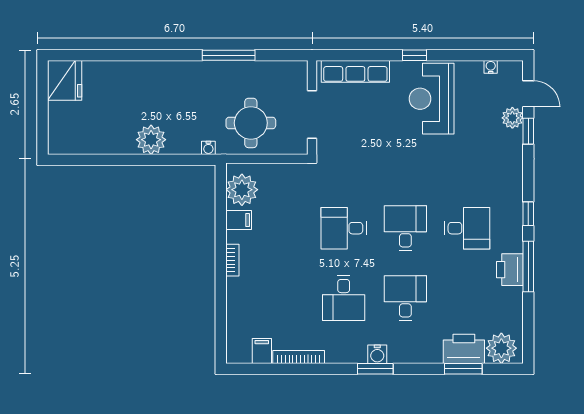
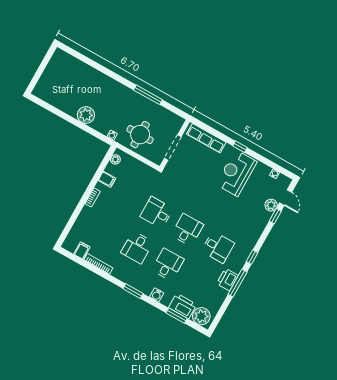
fridge: (65, 80) -> (60, 61), removed
plant: (242, 190) -> (115, 159), width x0.53, depth x0.53
water cooler: (377, 354) -> (157, 295), moved

